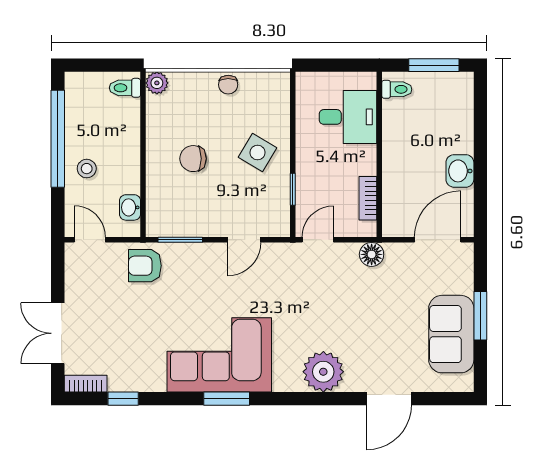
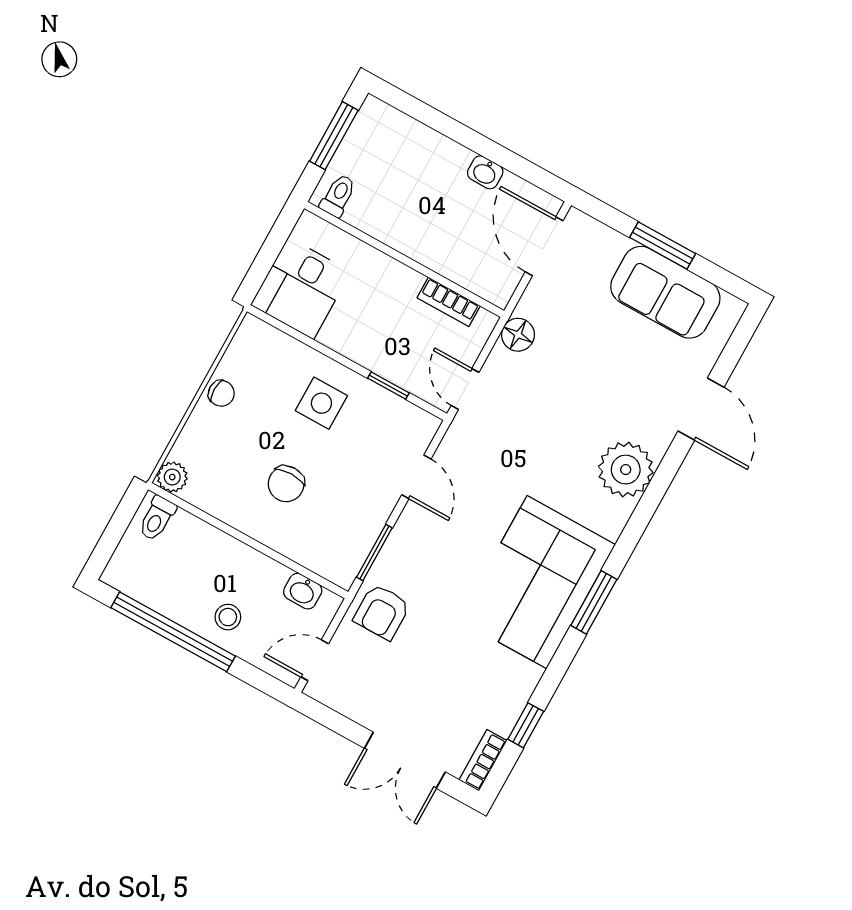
desk: (348, 117) -> (301, 288), moved, turned 180
side table: (257, 153) -> (321, 403), turned -31
washbasin: (460, 171) -> (485, 172), width x0.72, depth x0.69

